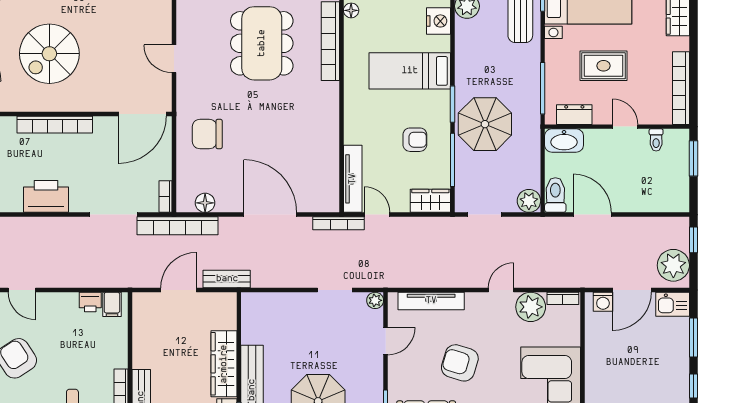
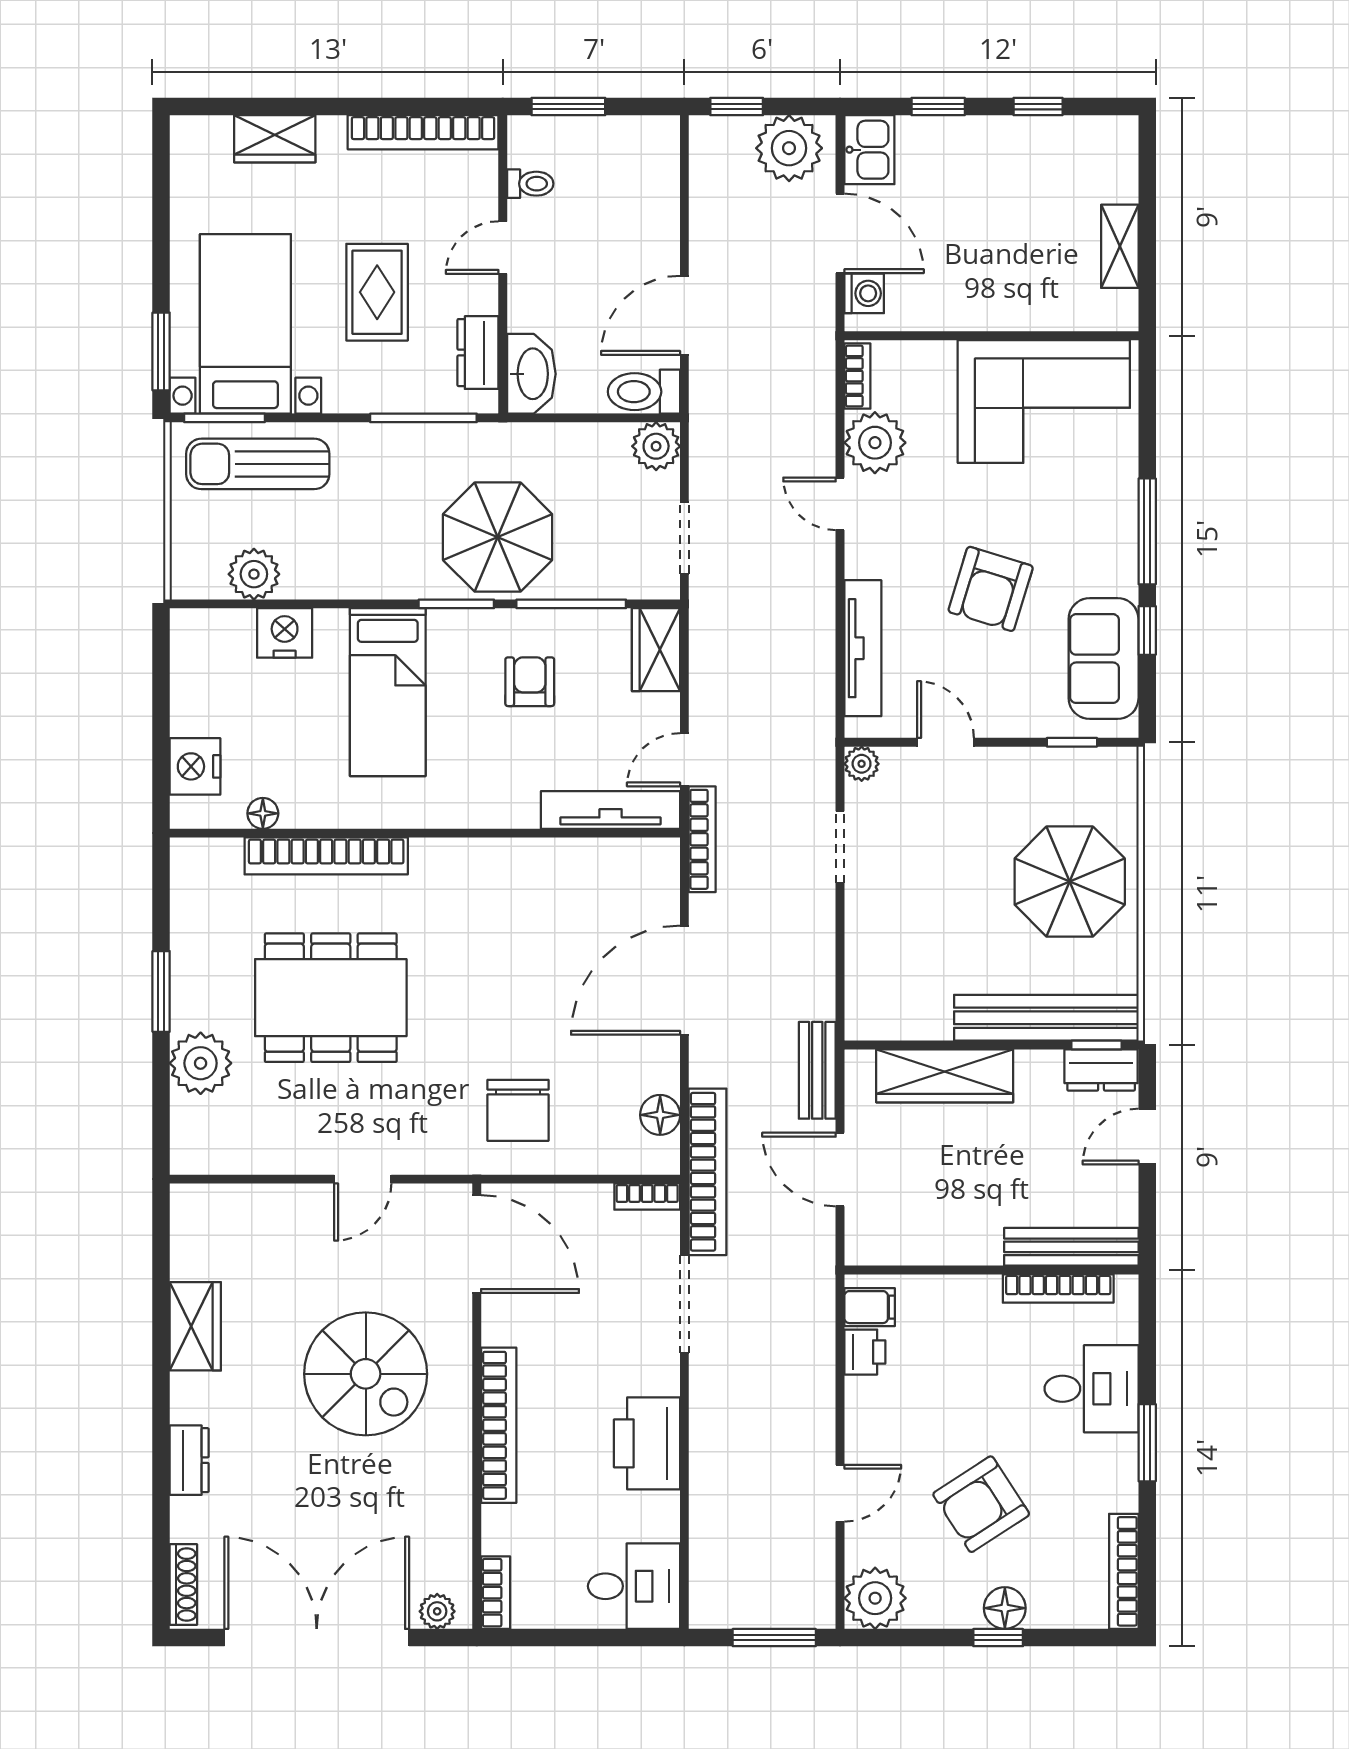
spiral stairs: (49, 54) -> (366, 1374), moved
window: (693, 338) -> (938, 106), width x0.67
wardrobe: (224, 364) -> (945, 1076), moved

